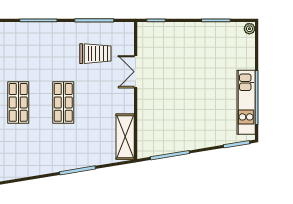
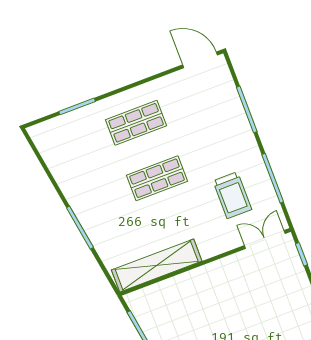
double door: (136, 72) -> (265, 240), moved
shelving: (125, 137) -> (157, 265), width x1.47

